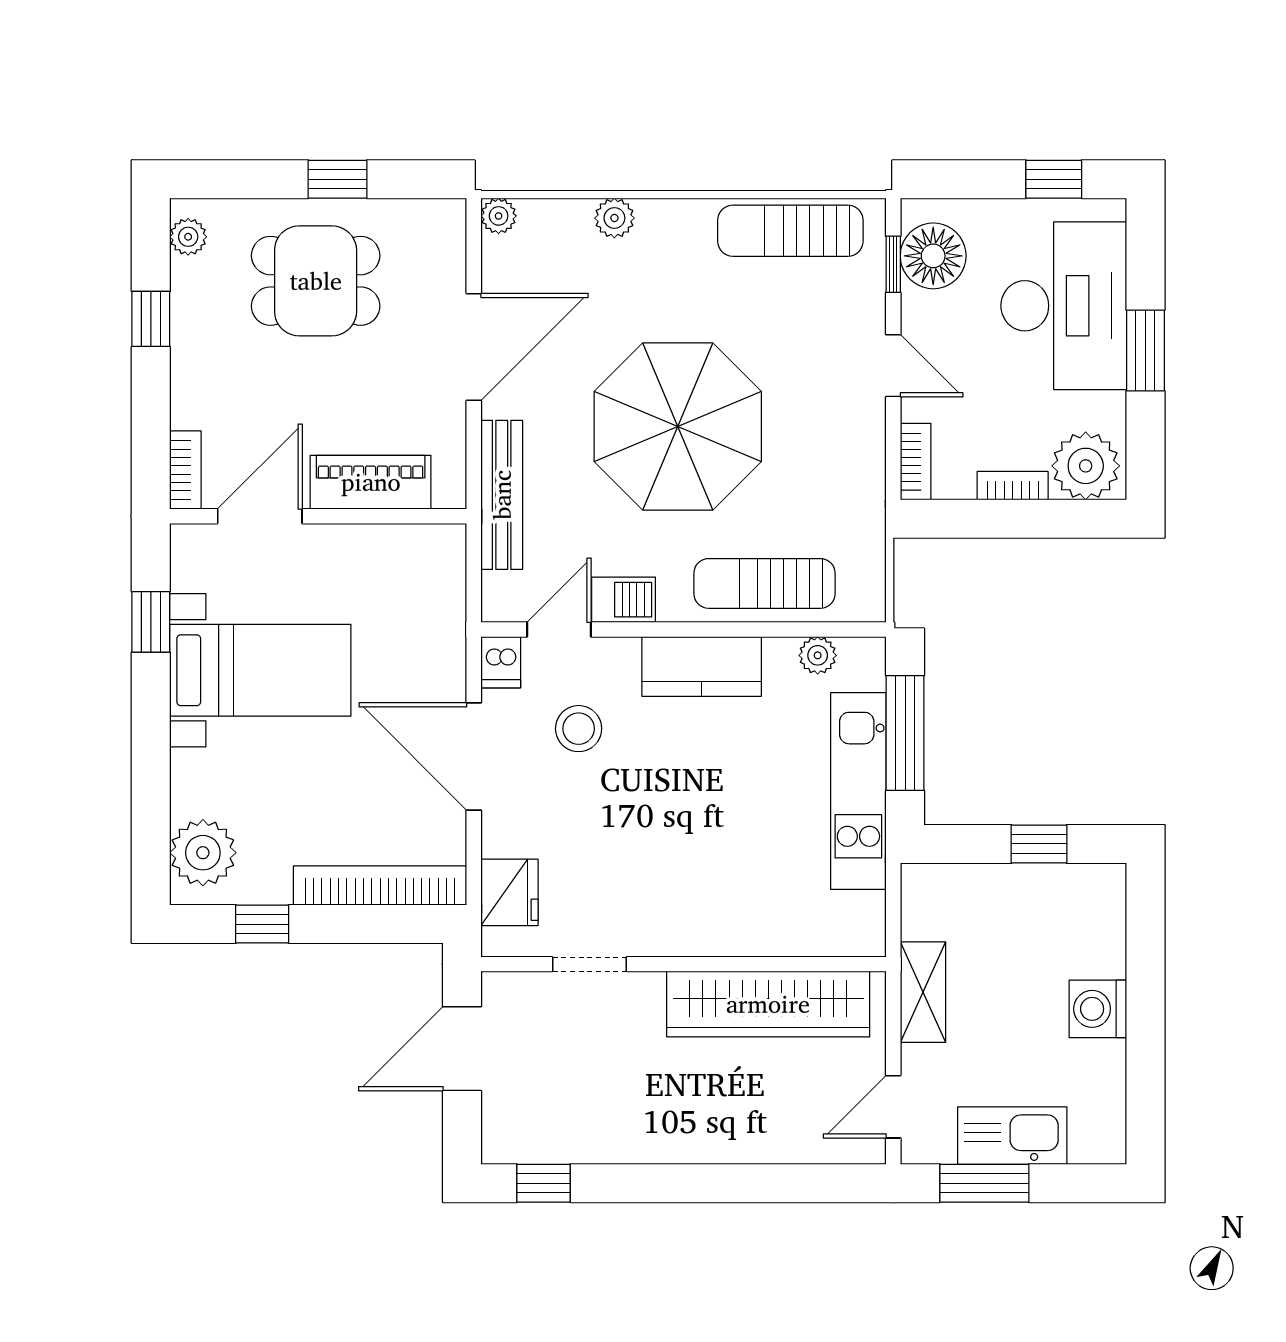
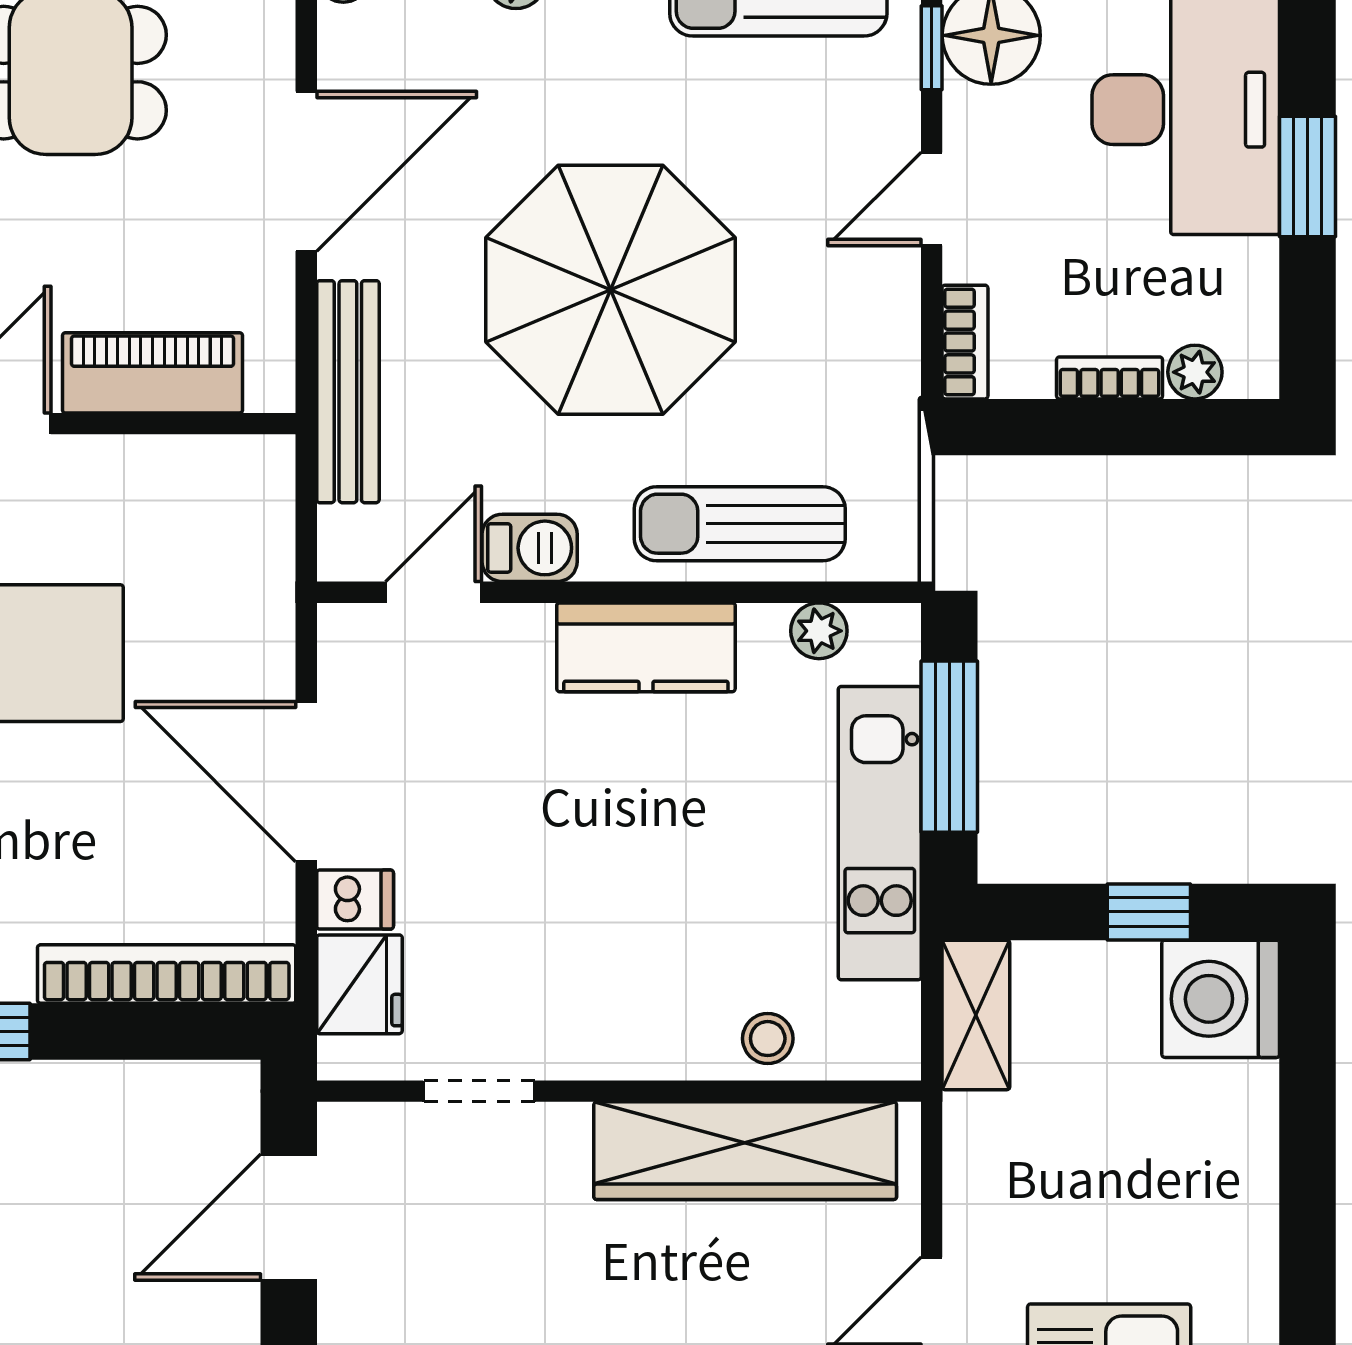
door: (893, 366) -> (932, 199), swing flipped
plant: (1086, 466) -> (1195, 372), width x0.53, depth x0.53
dishwasher: (501, 662) -> (355, 900), moved, turned -90
stool: (579, 729) -> (768, 1039), moved, width x0.73, depth x0.73
shelving: (923, 992) -> (976, 1015), moved
washing machine: (1098, 1009) -> (1221, 999), moved, width x1.37, depth x1.37

